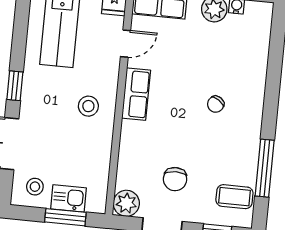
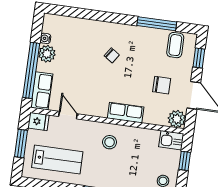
row of seats: (136, 94) -> (126, 113), moved
kitchen sink: (69, 198) -> (171, 140), moved, turned -90
window: (65, 217) -> (185, 161), width x0.67

